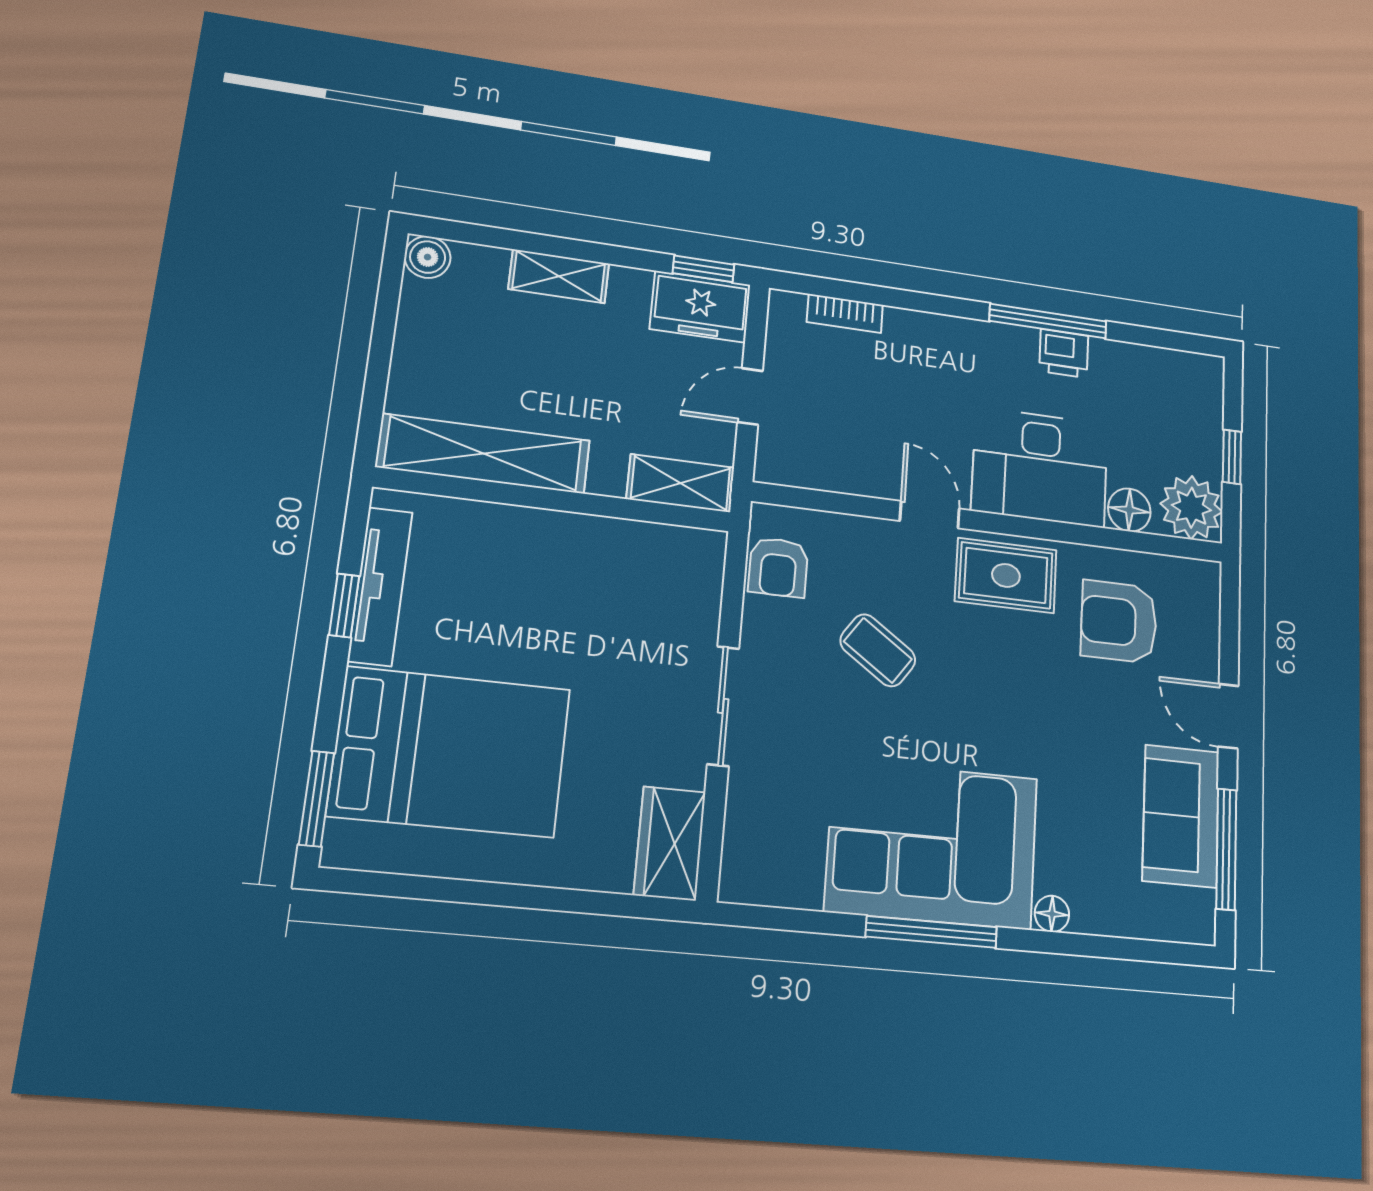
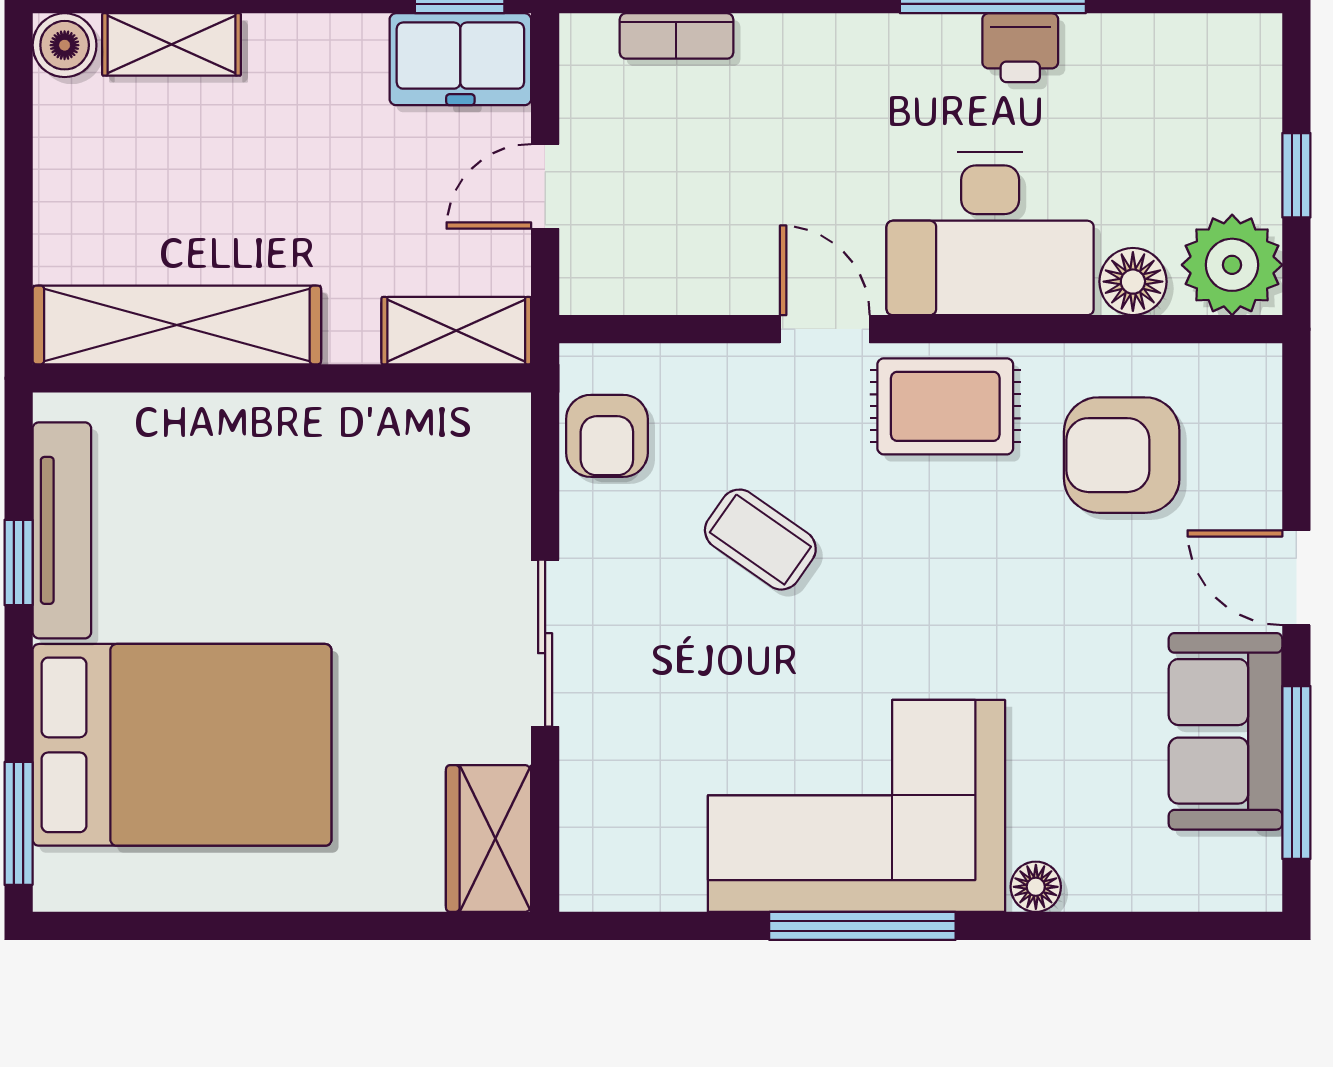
shelving: (559, 276) -> (172, 44), moved

